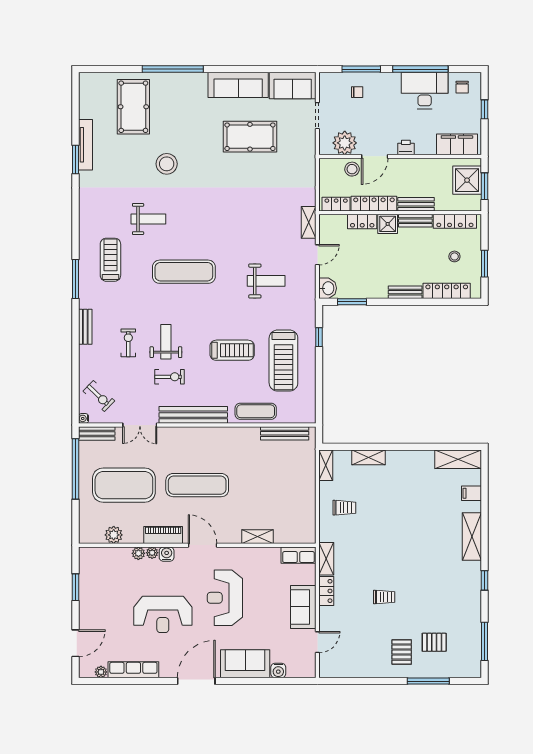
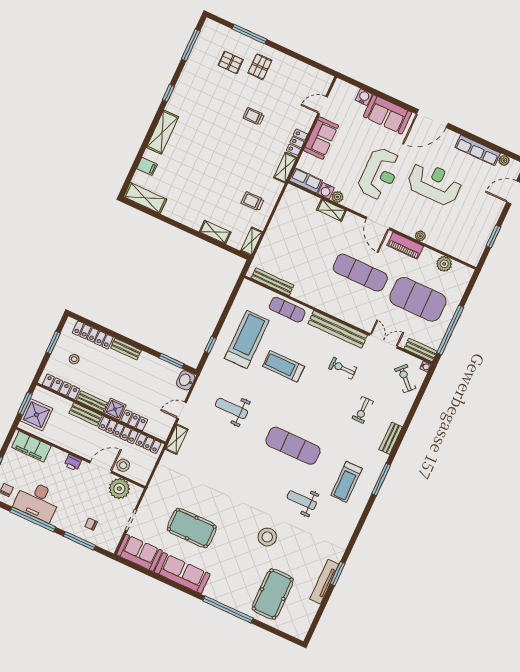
weight bench: (166, 342) -> (333, 397), removed
plant: (138, 553) -> (337, 197), moved
water cooler: (167, 554) -> (326, 191), moved

